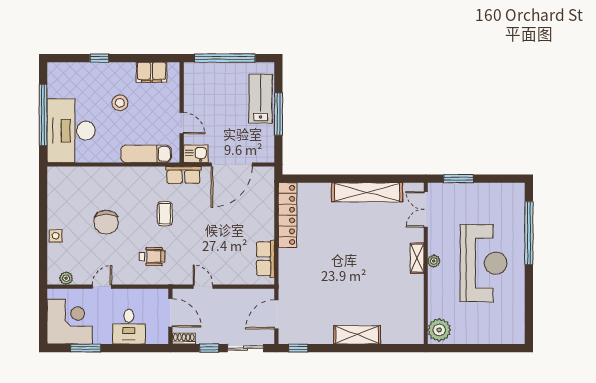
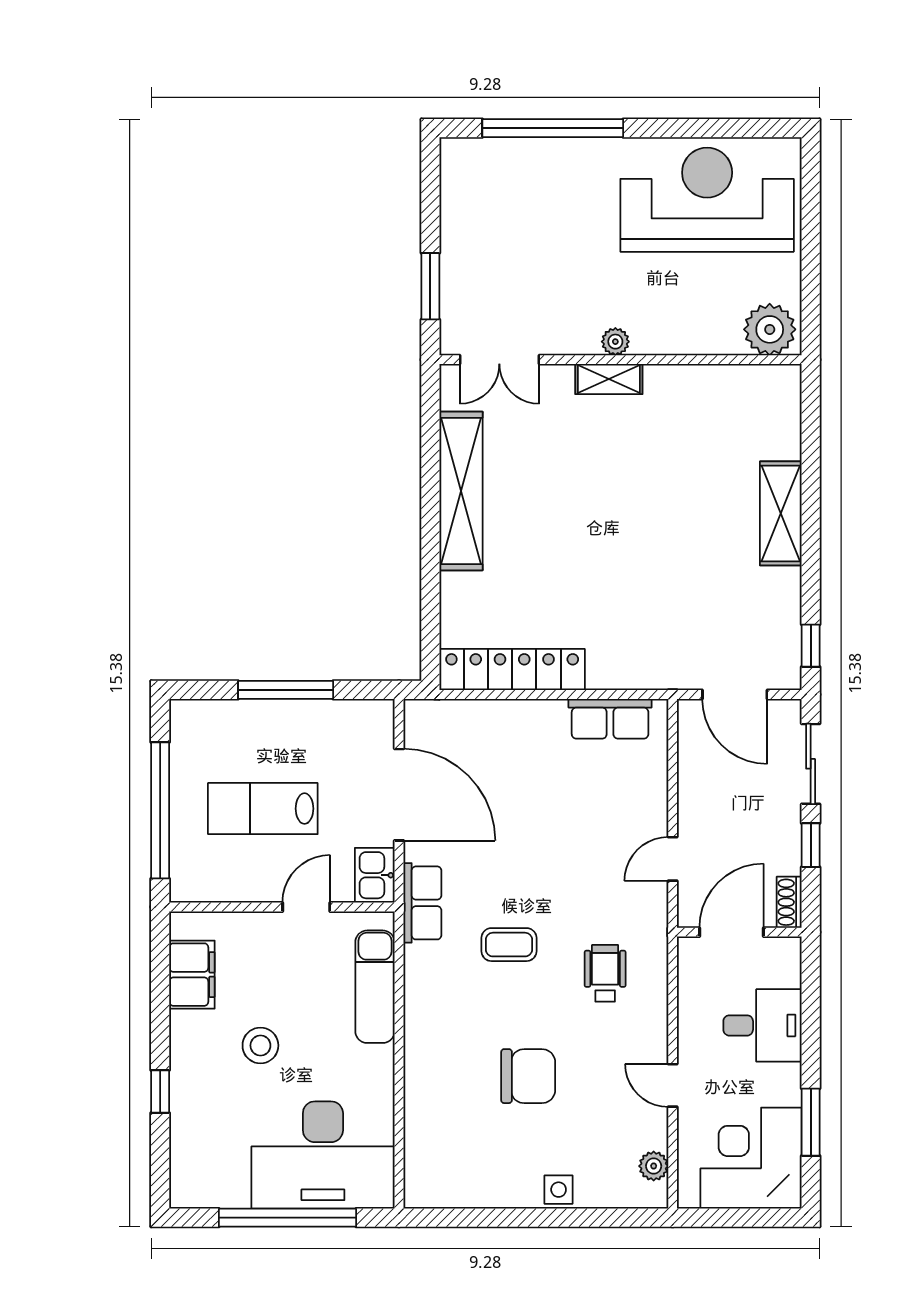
lab bench: (260, 99) -> (263, 809), moved
reception desk: (484, 263) -> (707, 200), moved

